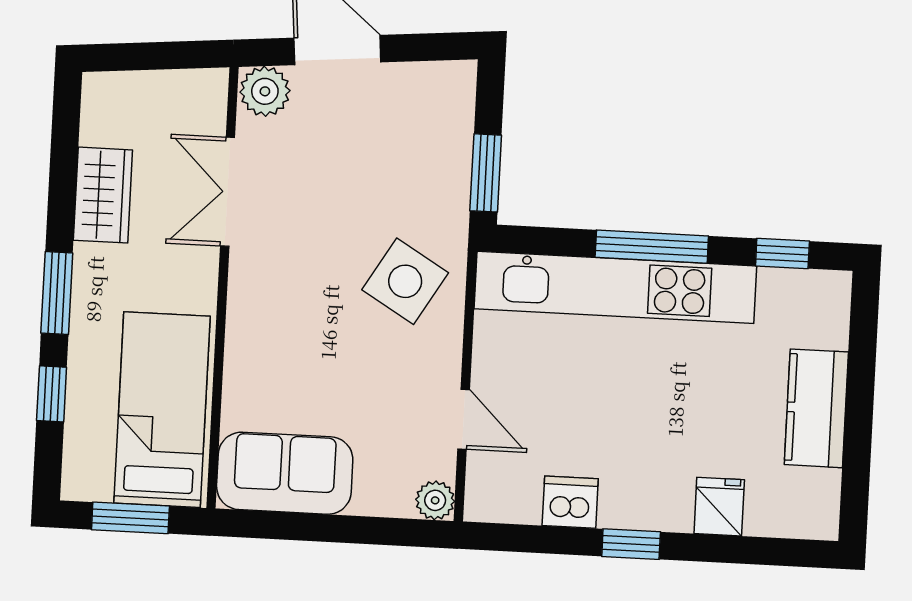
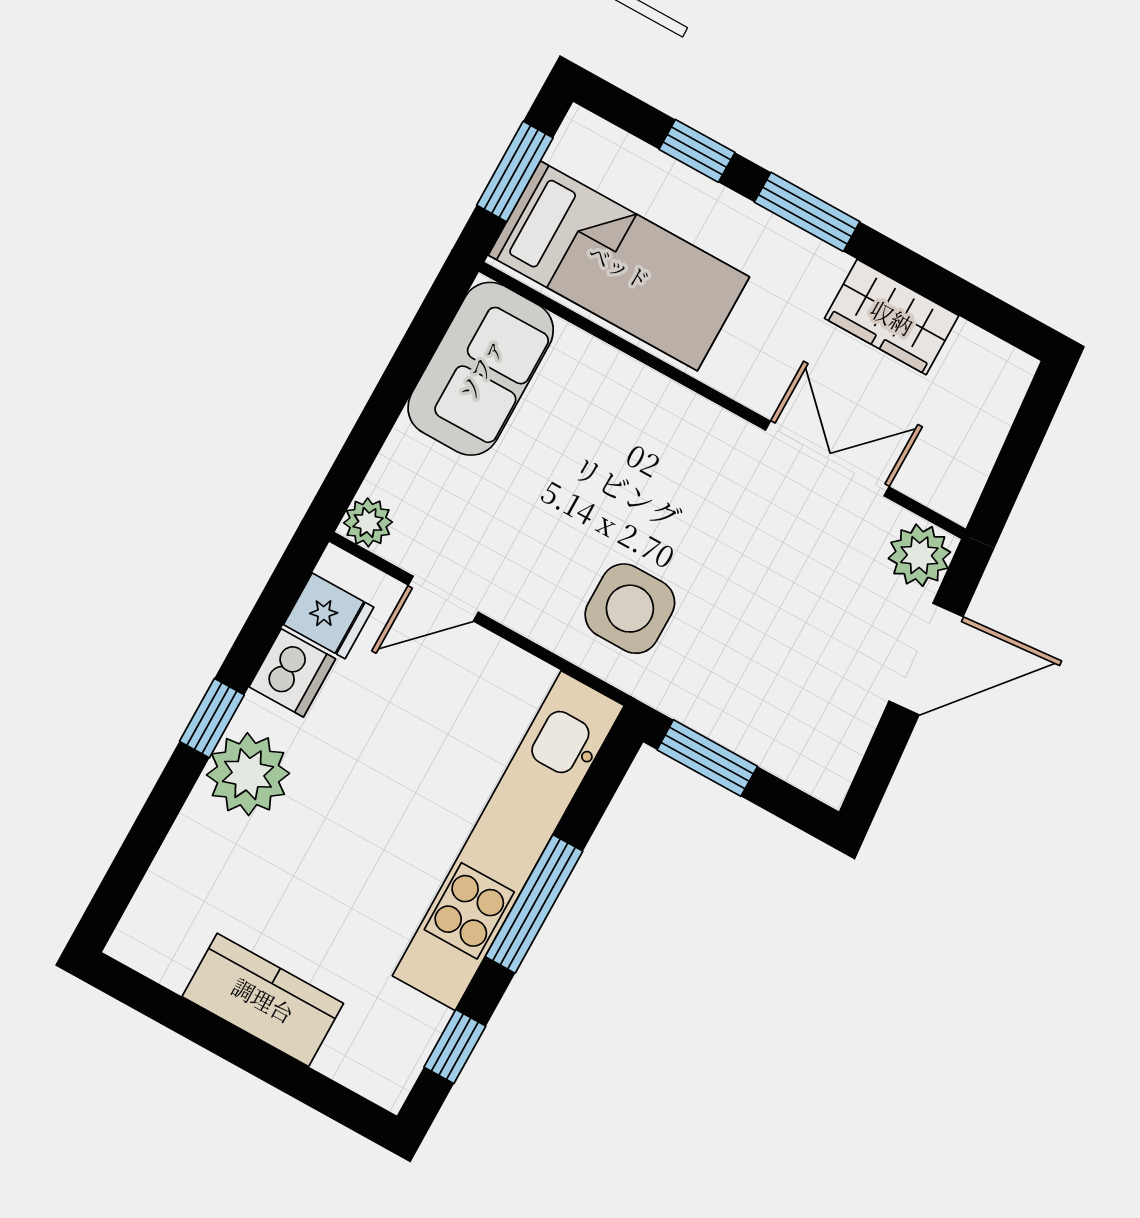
side table: (405, 281) -> (630, 609), turned -31
plant: (659, 498) -> (248, 774), added
fridge: (719, 507) -> (329, 616), moved

